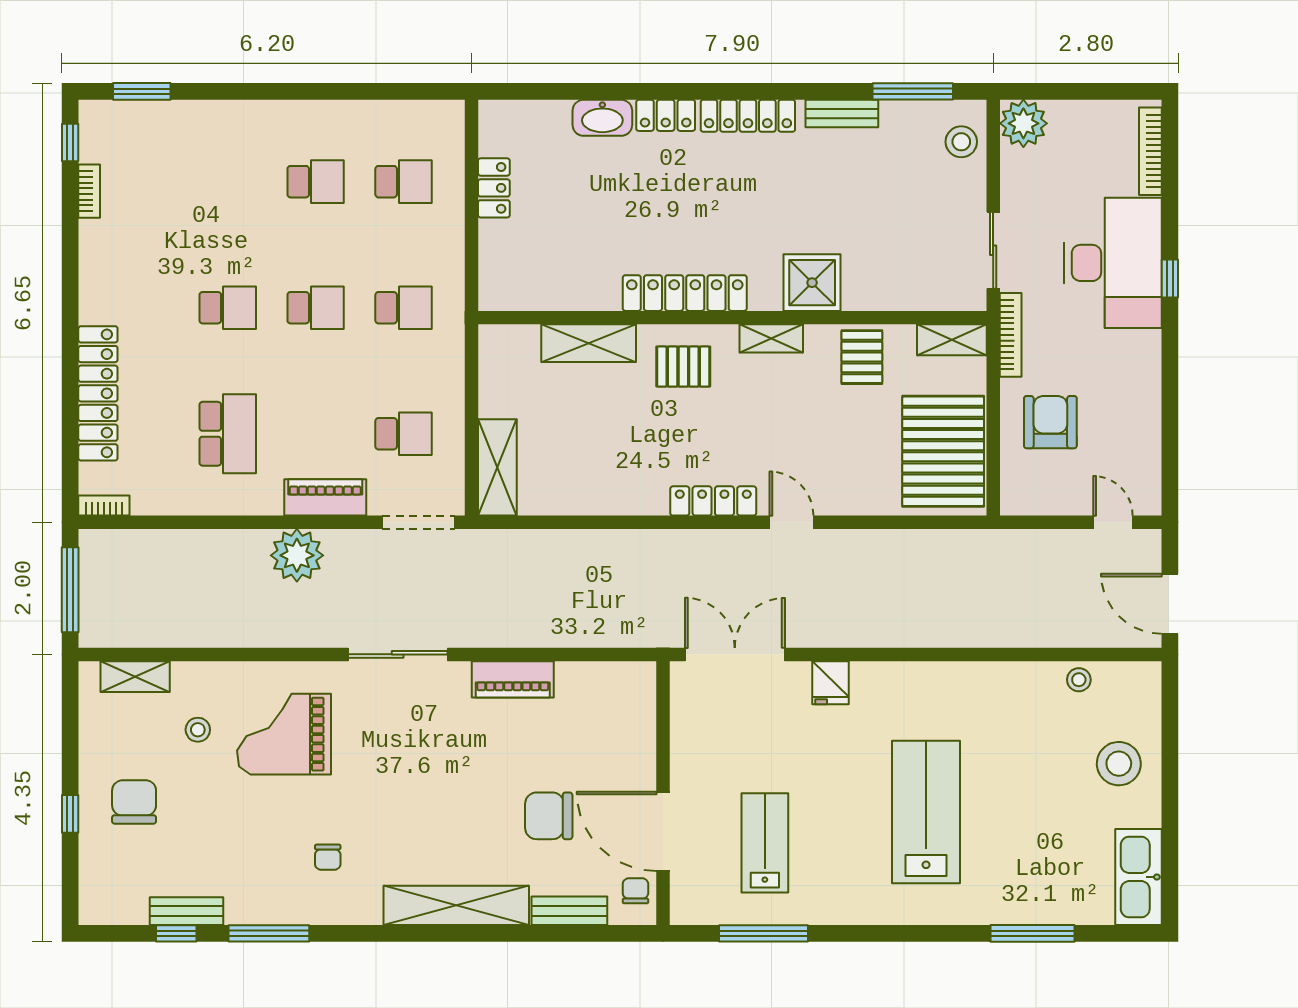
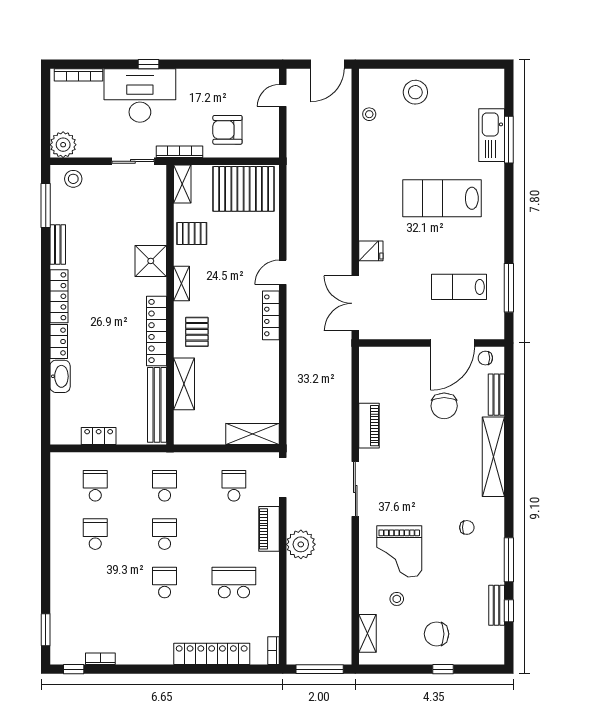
bench: (551, 294) -> (157, 405), added
kitchen sink: (1138, 877) -> (492, 135), moved, turned 90

